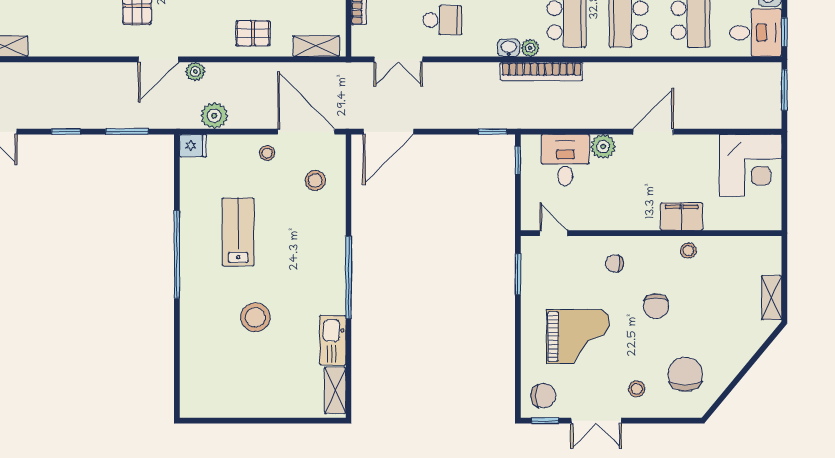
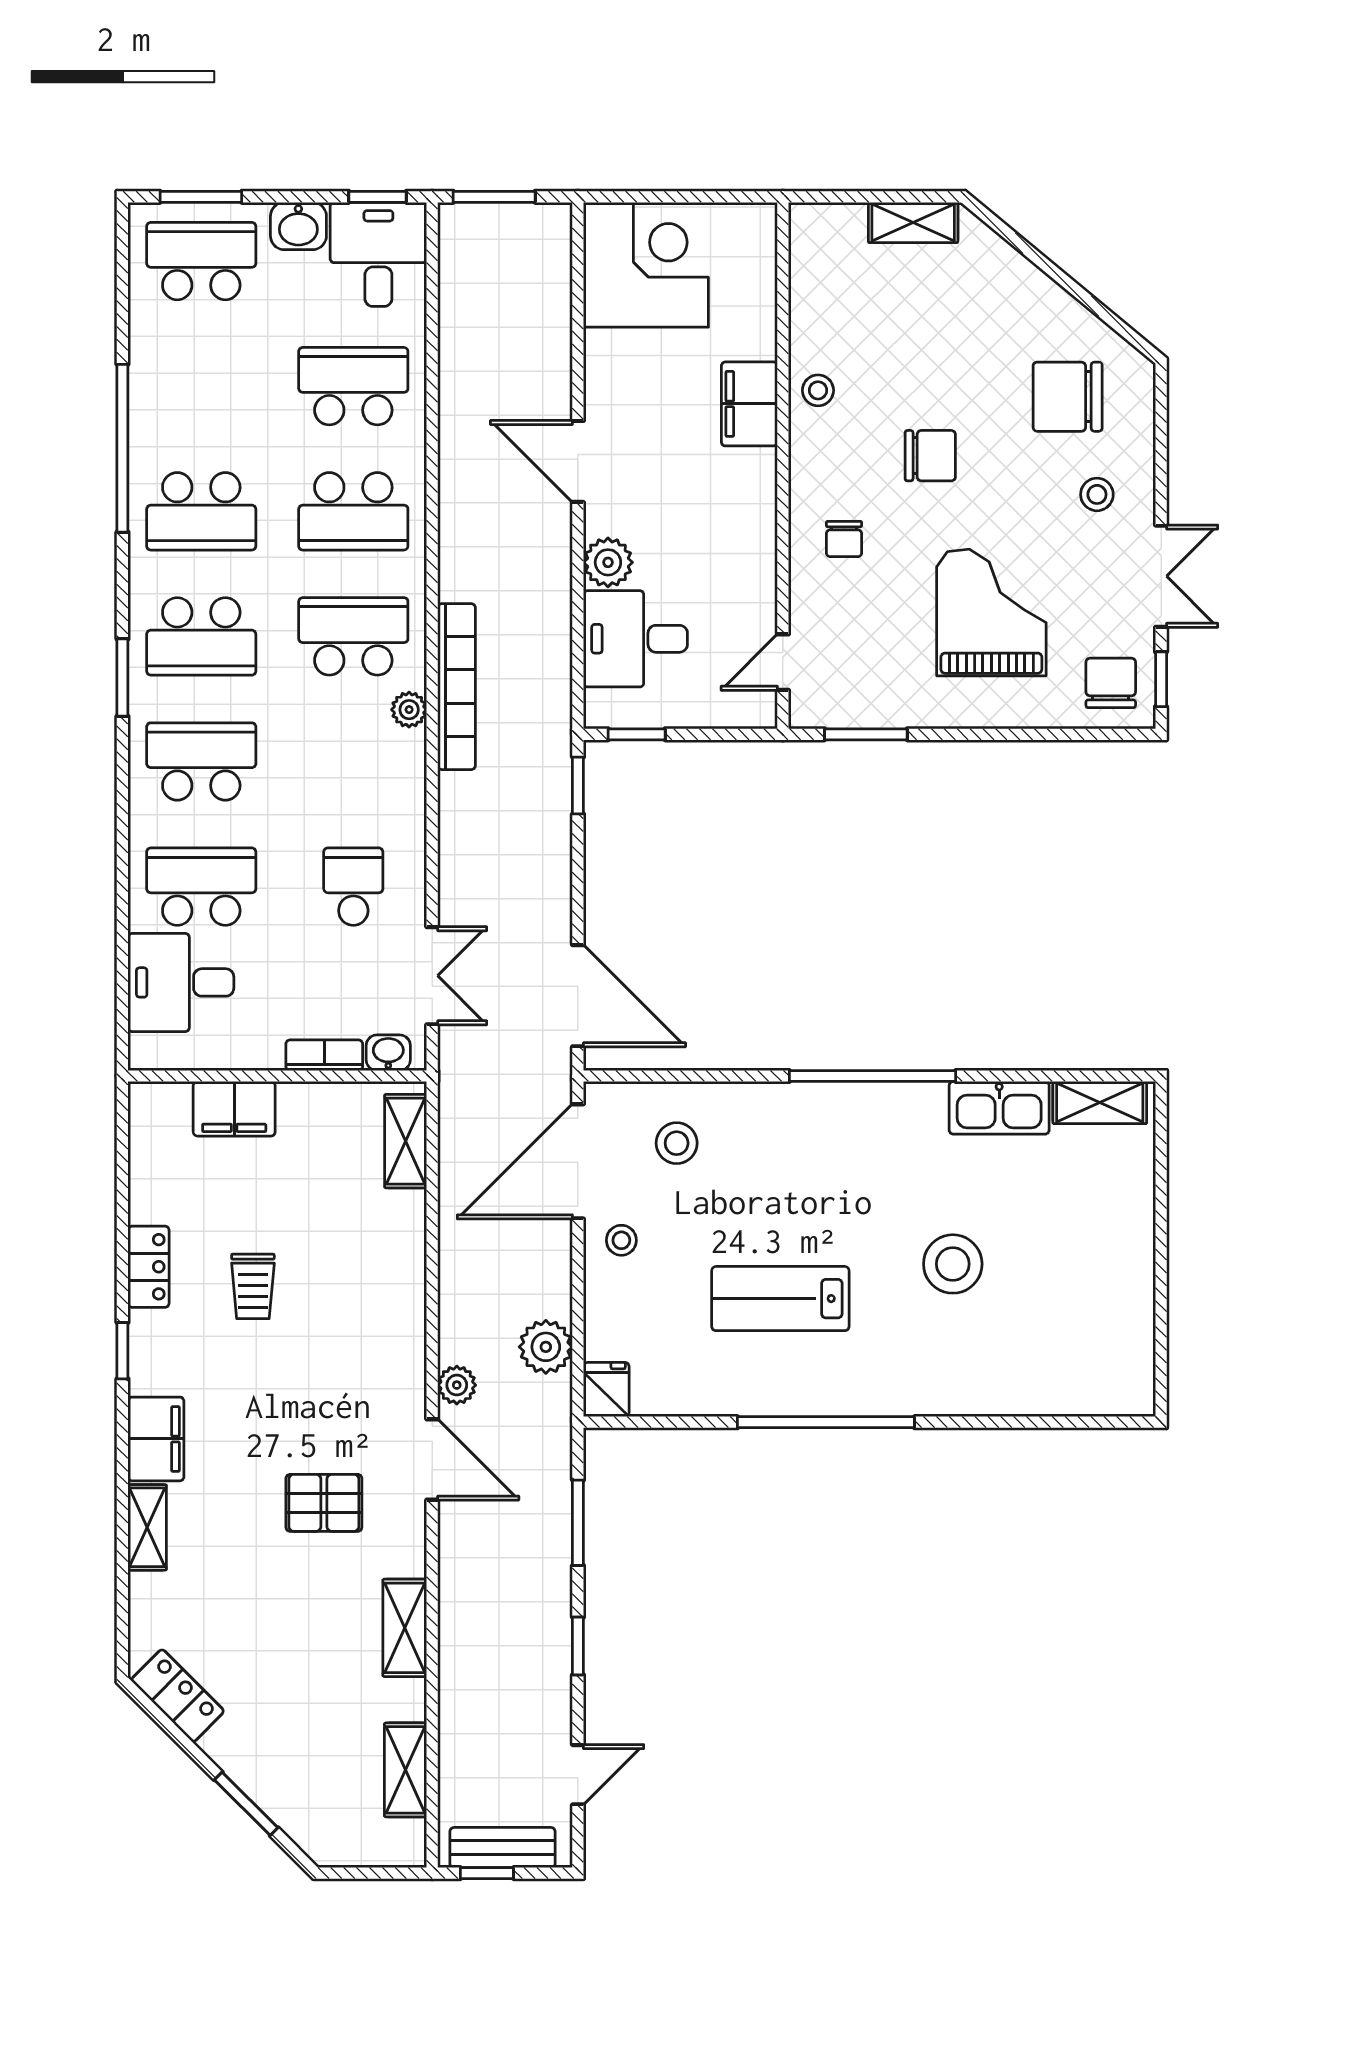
pallet: (253, 33) -> (380, 1269), removed
shelving: (75, 46) -> (405, 1628), added
washbasin: (509, 48) -> (388, 1053), moved, turned 90

